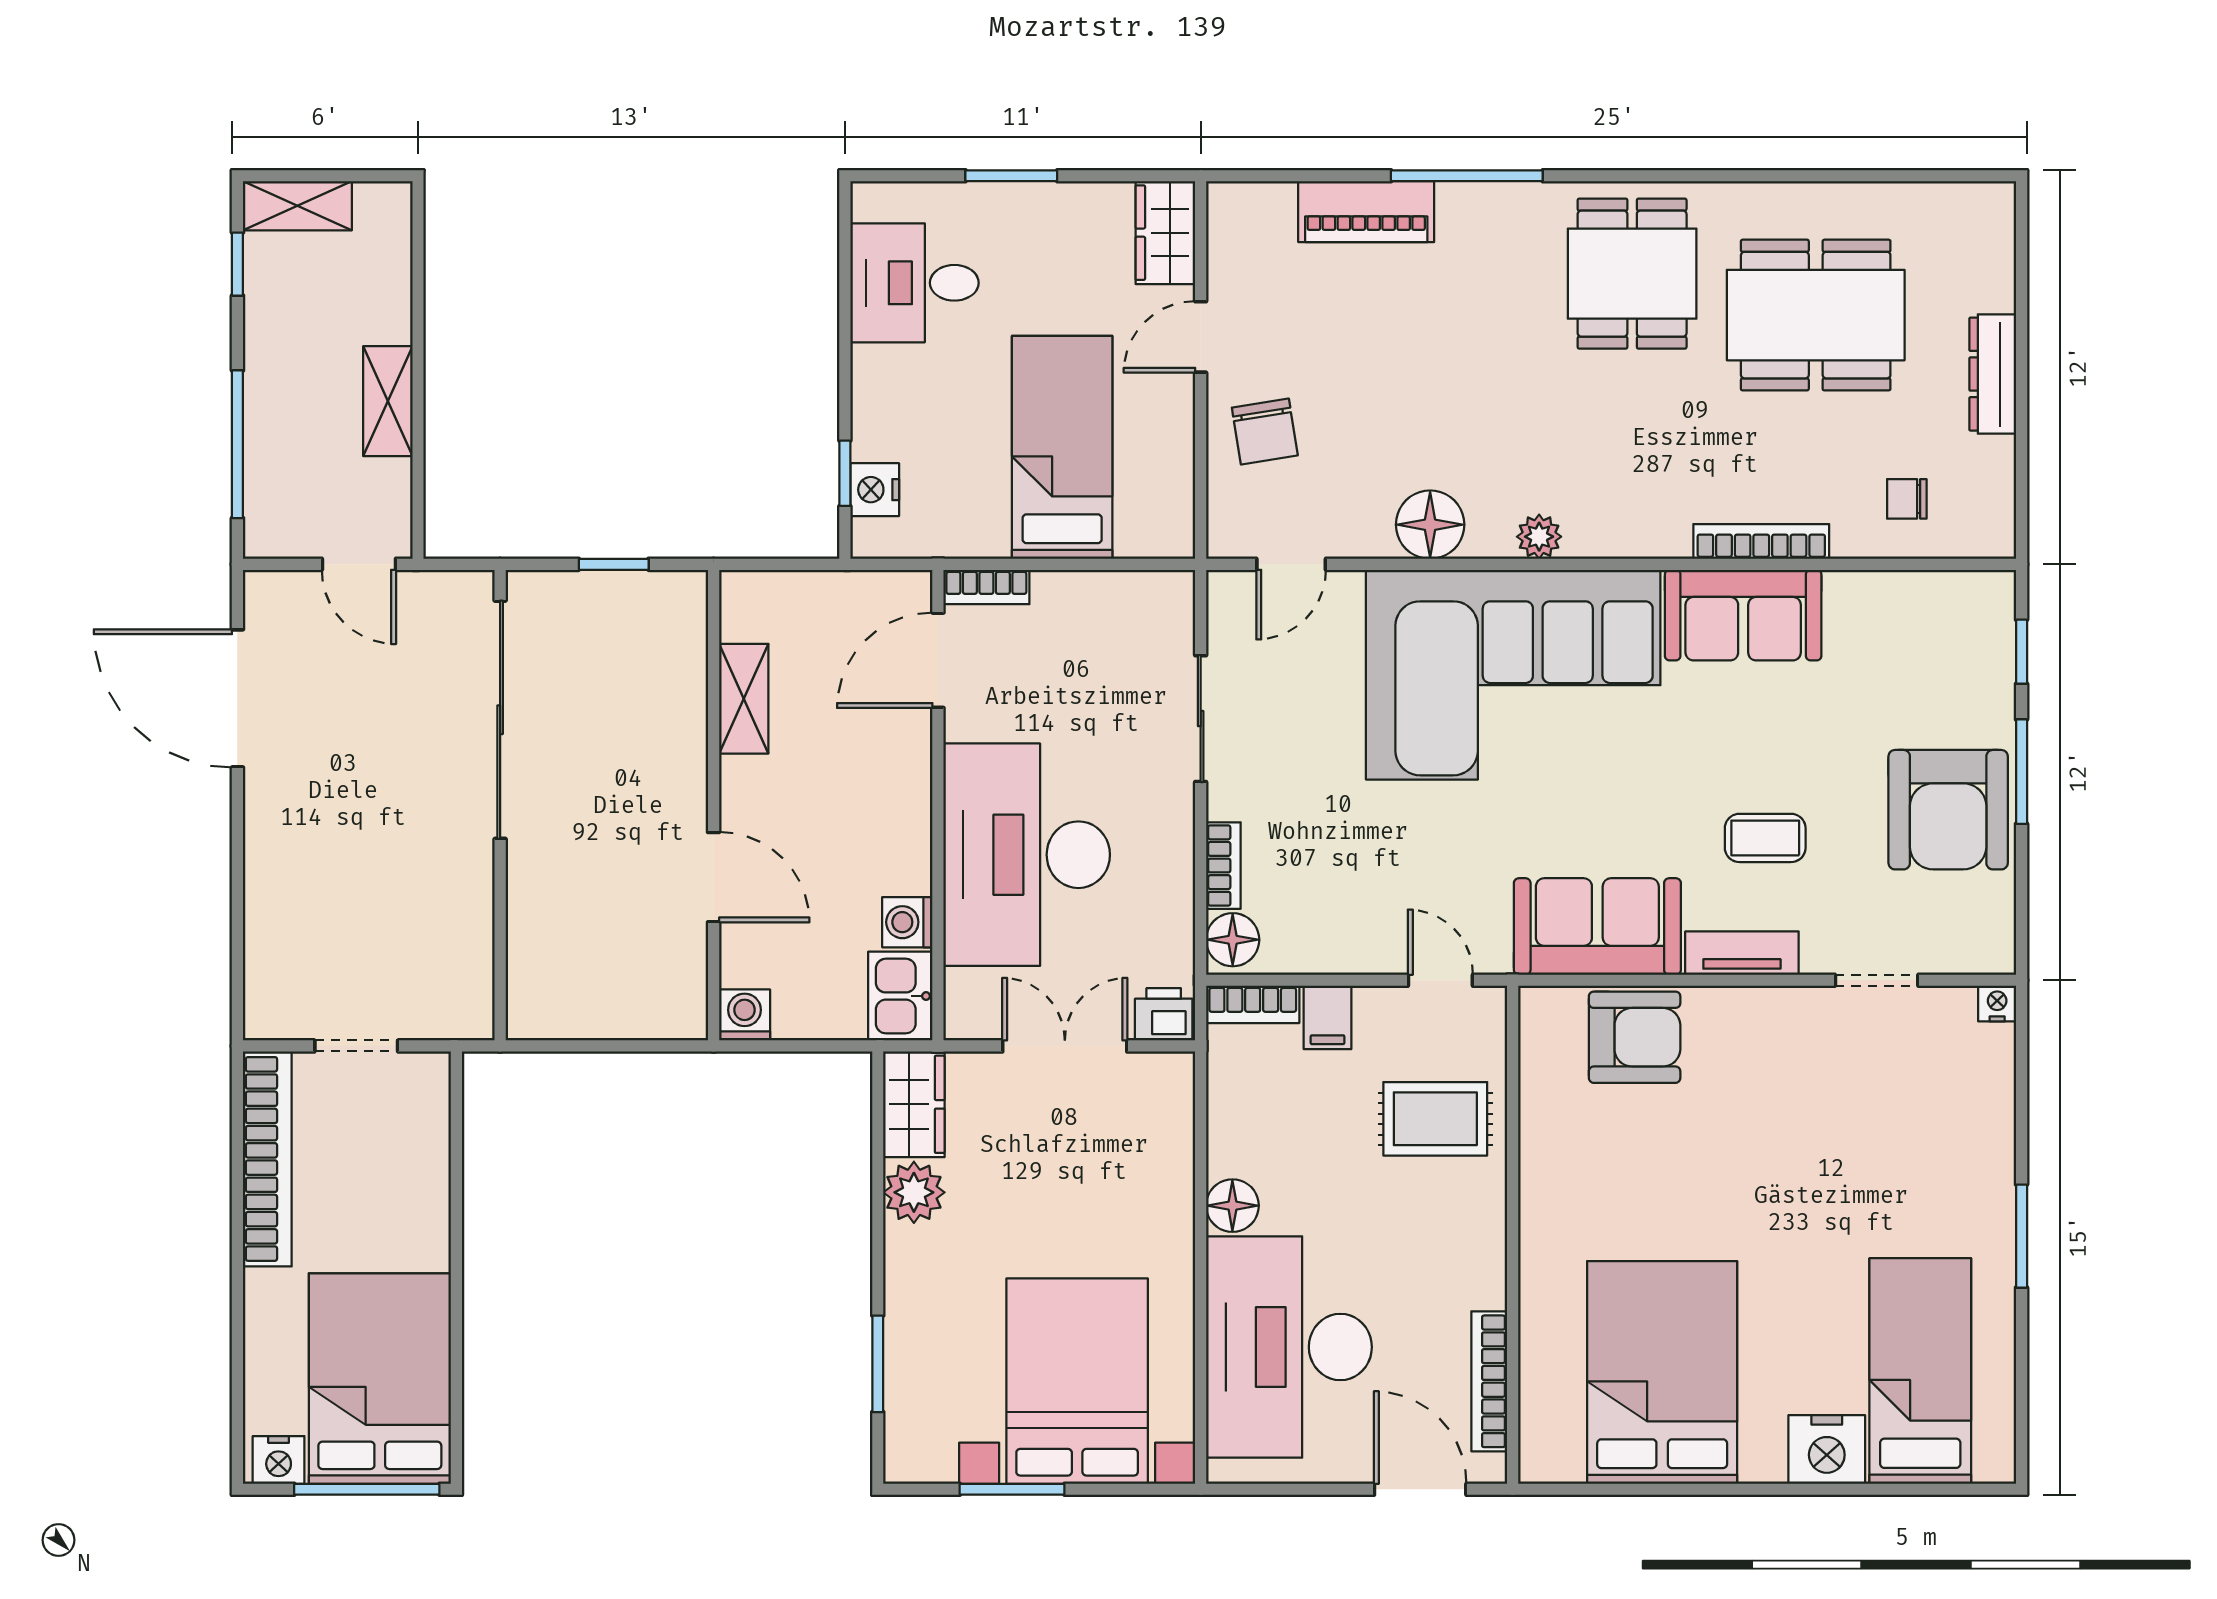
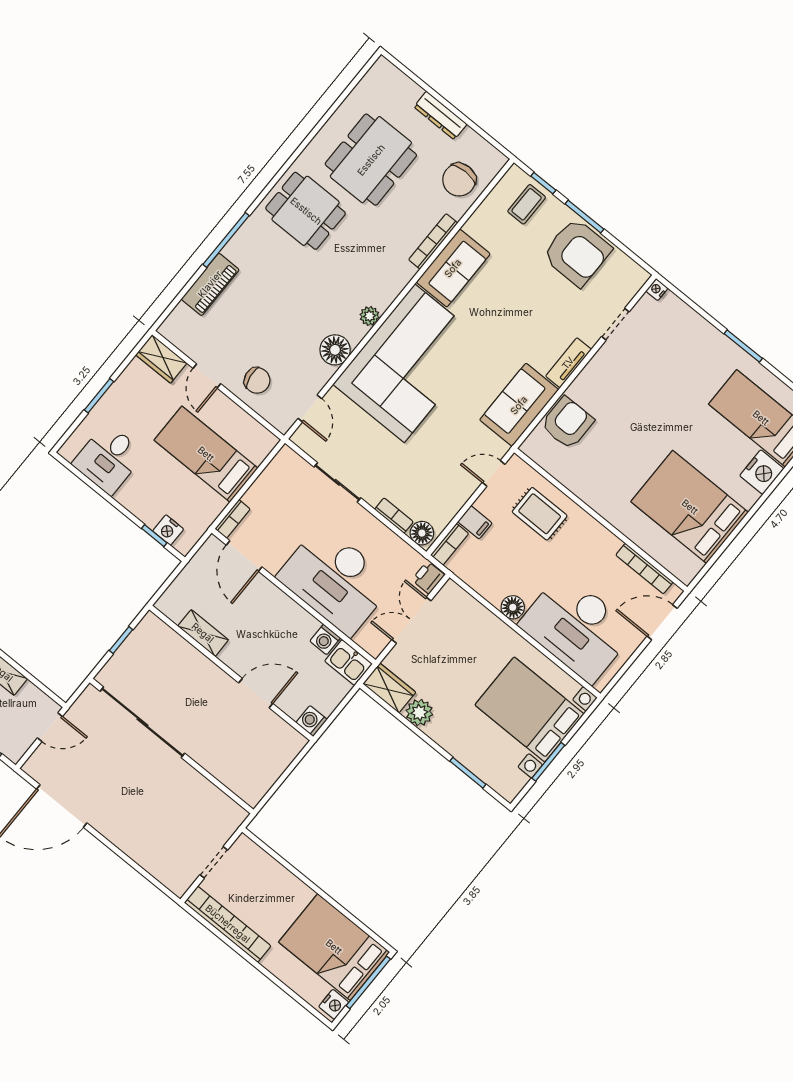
chair: (1907, 499) -> (459, 180), width x1.87, depth x1.87
coffee table: (1765, 838) -> (527, 204), moved
rug: (1435, 1119) -> (540, 514), turned 90

